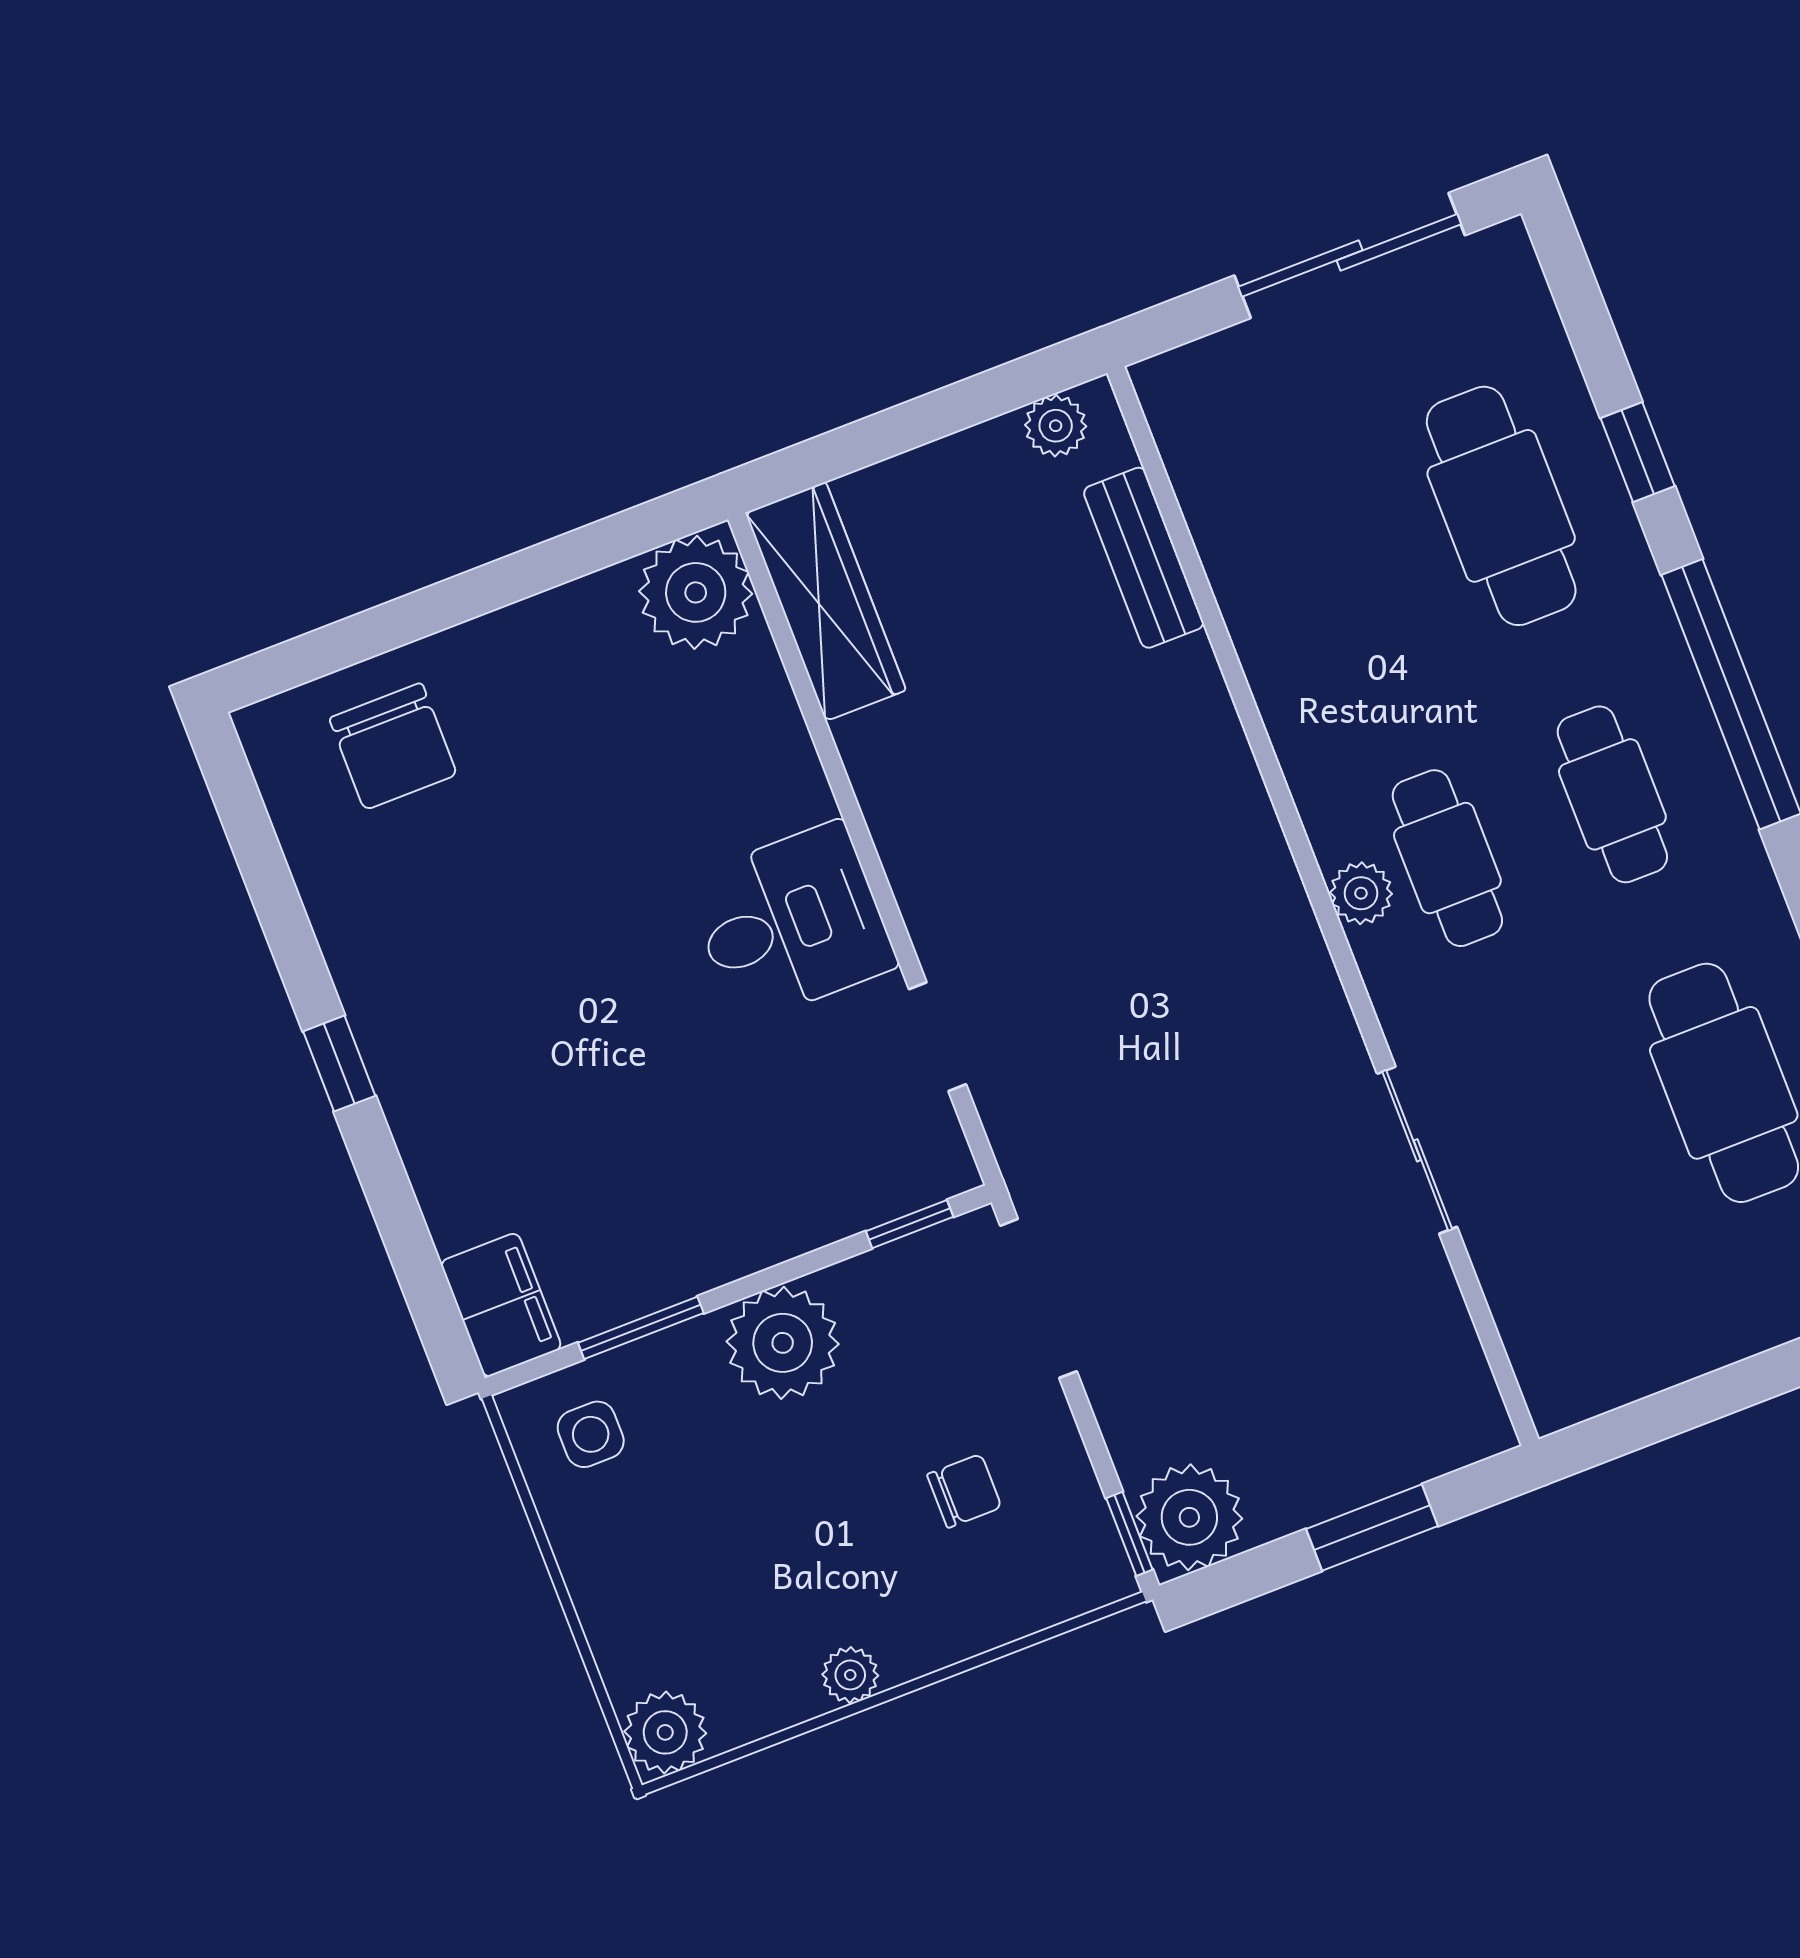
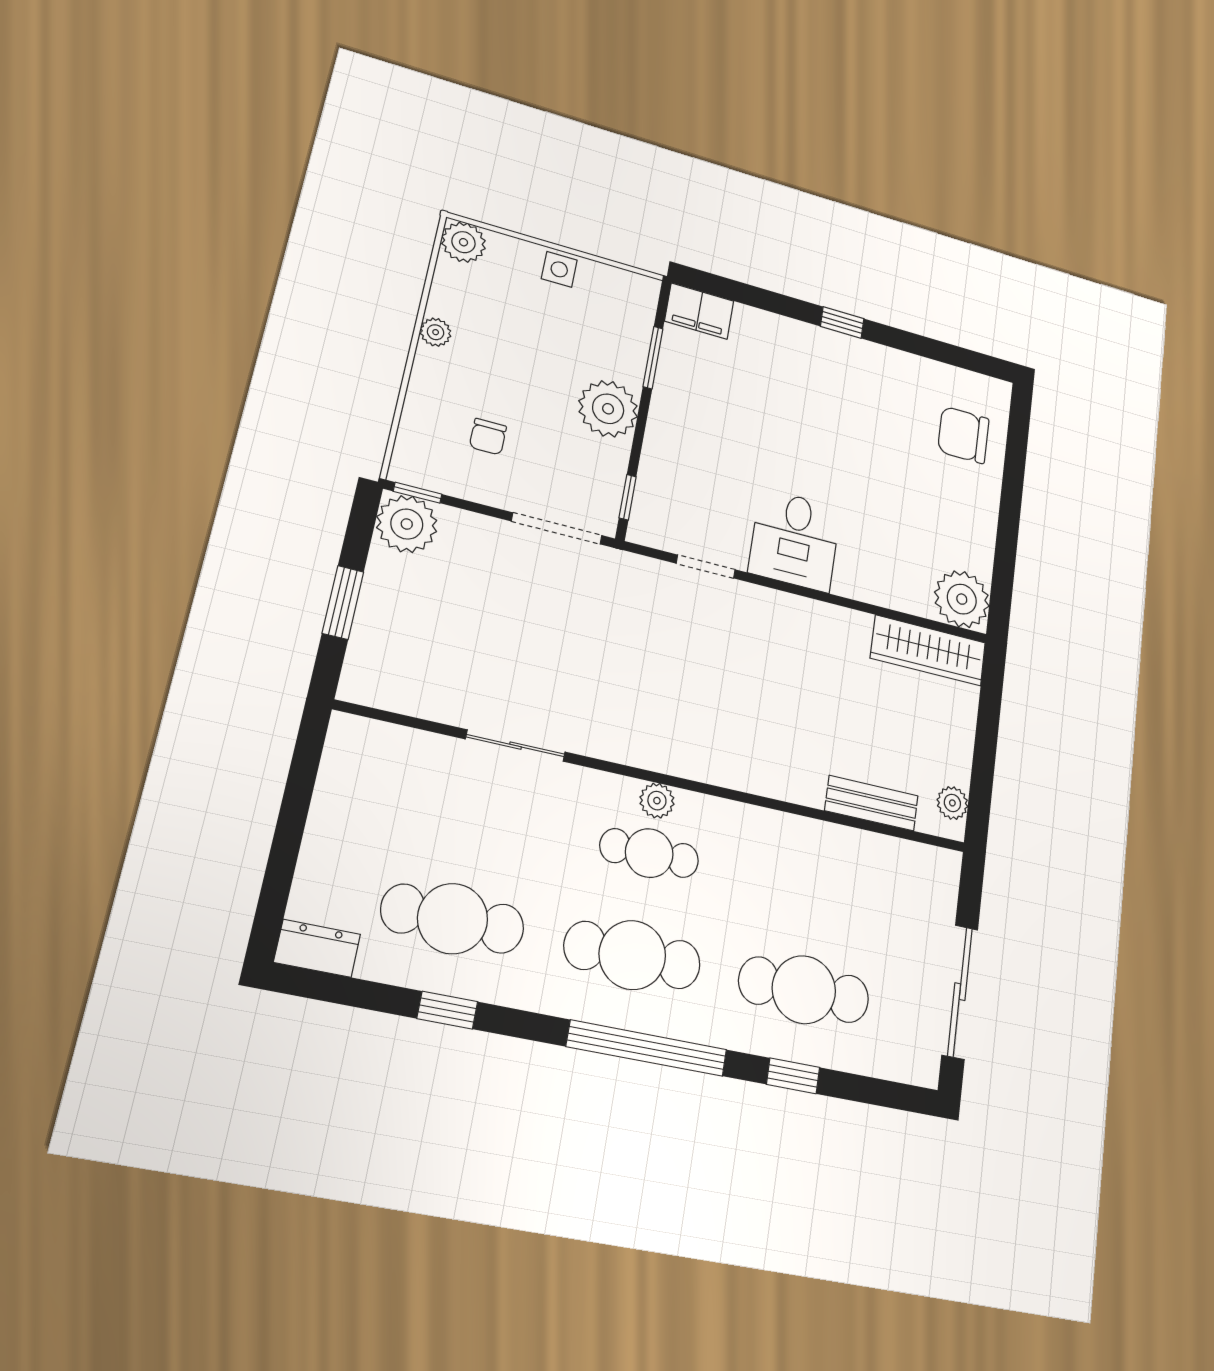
cafe table: (1612, 794) -> (632, 955), width x1.37, depth x1.35
side table: (591, 1434) -> (559, 269), moved

